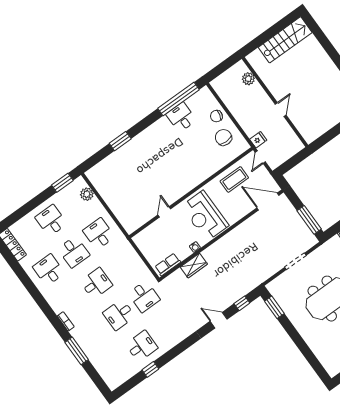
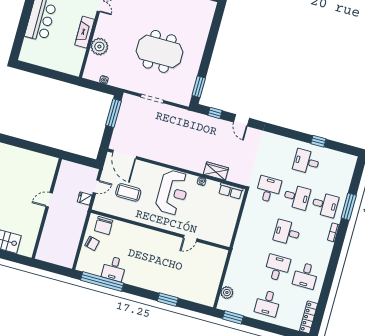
plant: (248, 79) -> (45, 242), removed
wall: (191, 193) -> (160, 230), moved
door: (164, 212) -> (190, 238), moved
desk: (99, 234) -> (325, 205), moved, turned -90

